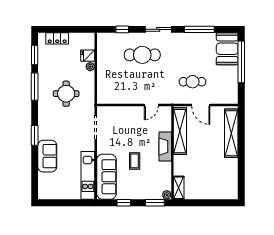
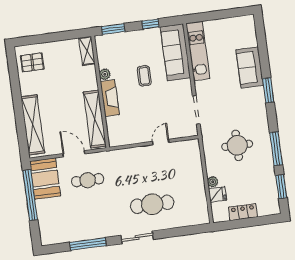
window: (122, 29) -> (180, 232), removed
locker: (57, 38) -> (243, 212), moved
booth: (227, 49) -> (45, 179), moved
window: (241, 62) -> (30, 195), moved
door: (151, 105) -> (161, 142), moved
pallet: (225, 184) -> (32, 62), added
plant: (167, 195) -> (105, 74), moved

